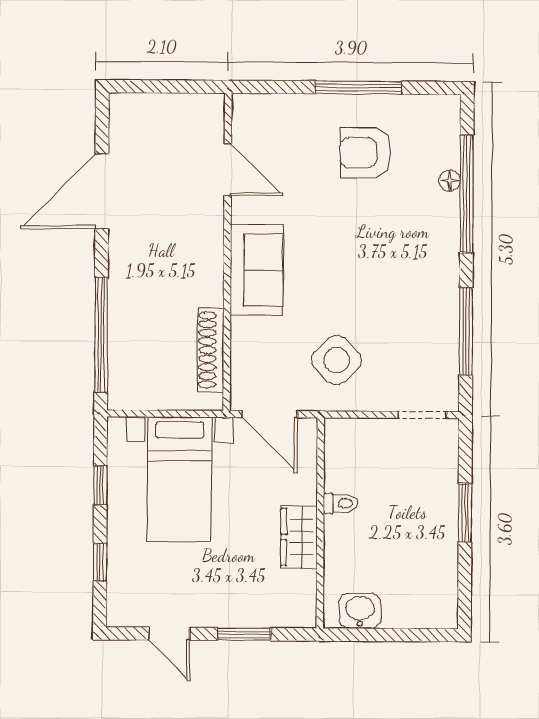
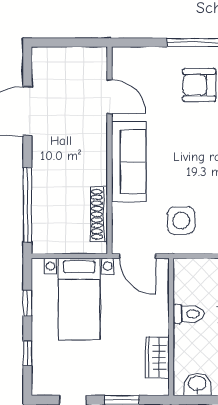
sofa: (257, 270) -> (129, 162), width x1.36
side table: (337, 360) -> (181, 221), turned 45
toilet: (341, 503) -> (189, 314), width x1.37, depth x1.39
wardrobe: (299, 537) -> (157, 357), moved

